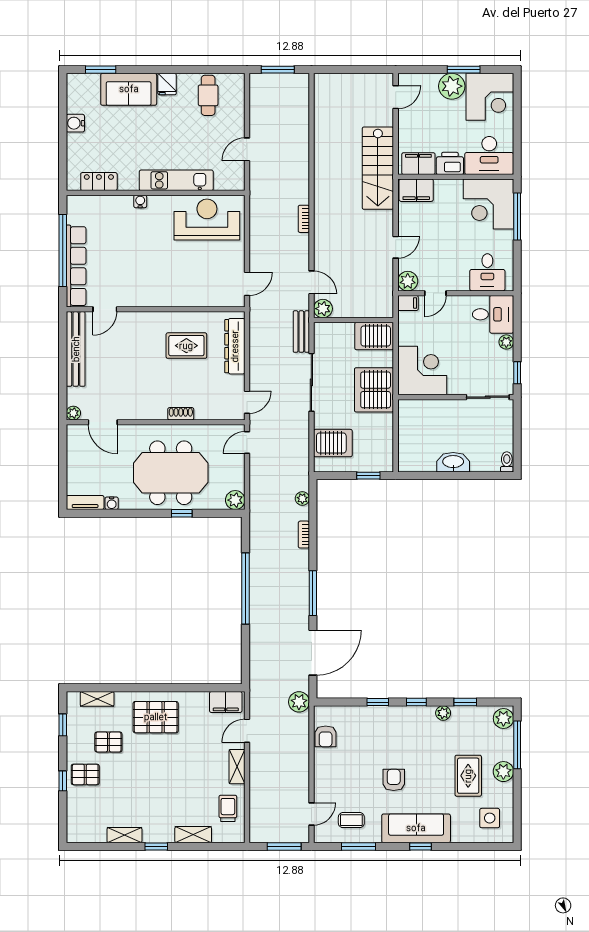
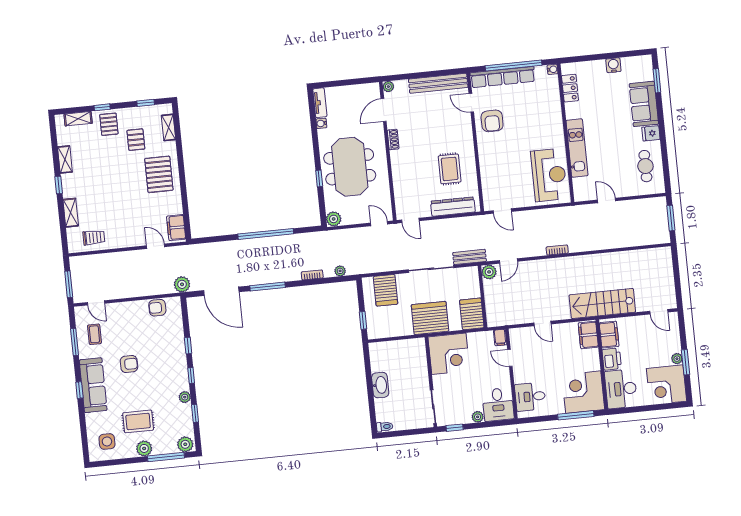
plant: (452, 86) -> (677, 359), width x0.53, depth x0.53
cafe table: (208, 95) -> (645, 166), turned 90
water cooler: (140, 201) -> (552, 69), moved
plant: (408, 281) -> (517, 336), removed
armchair: (131, 285) -> (492, 121), added
shoe rack: (181, 414) -> (393, 139), moved
shelving: (237, 767) -> (78, 119), moved

